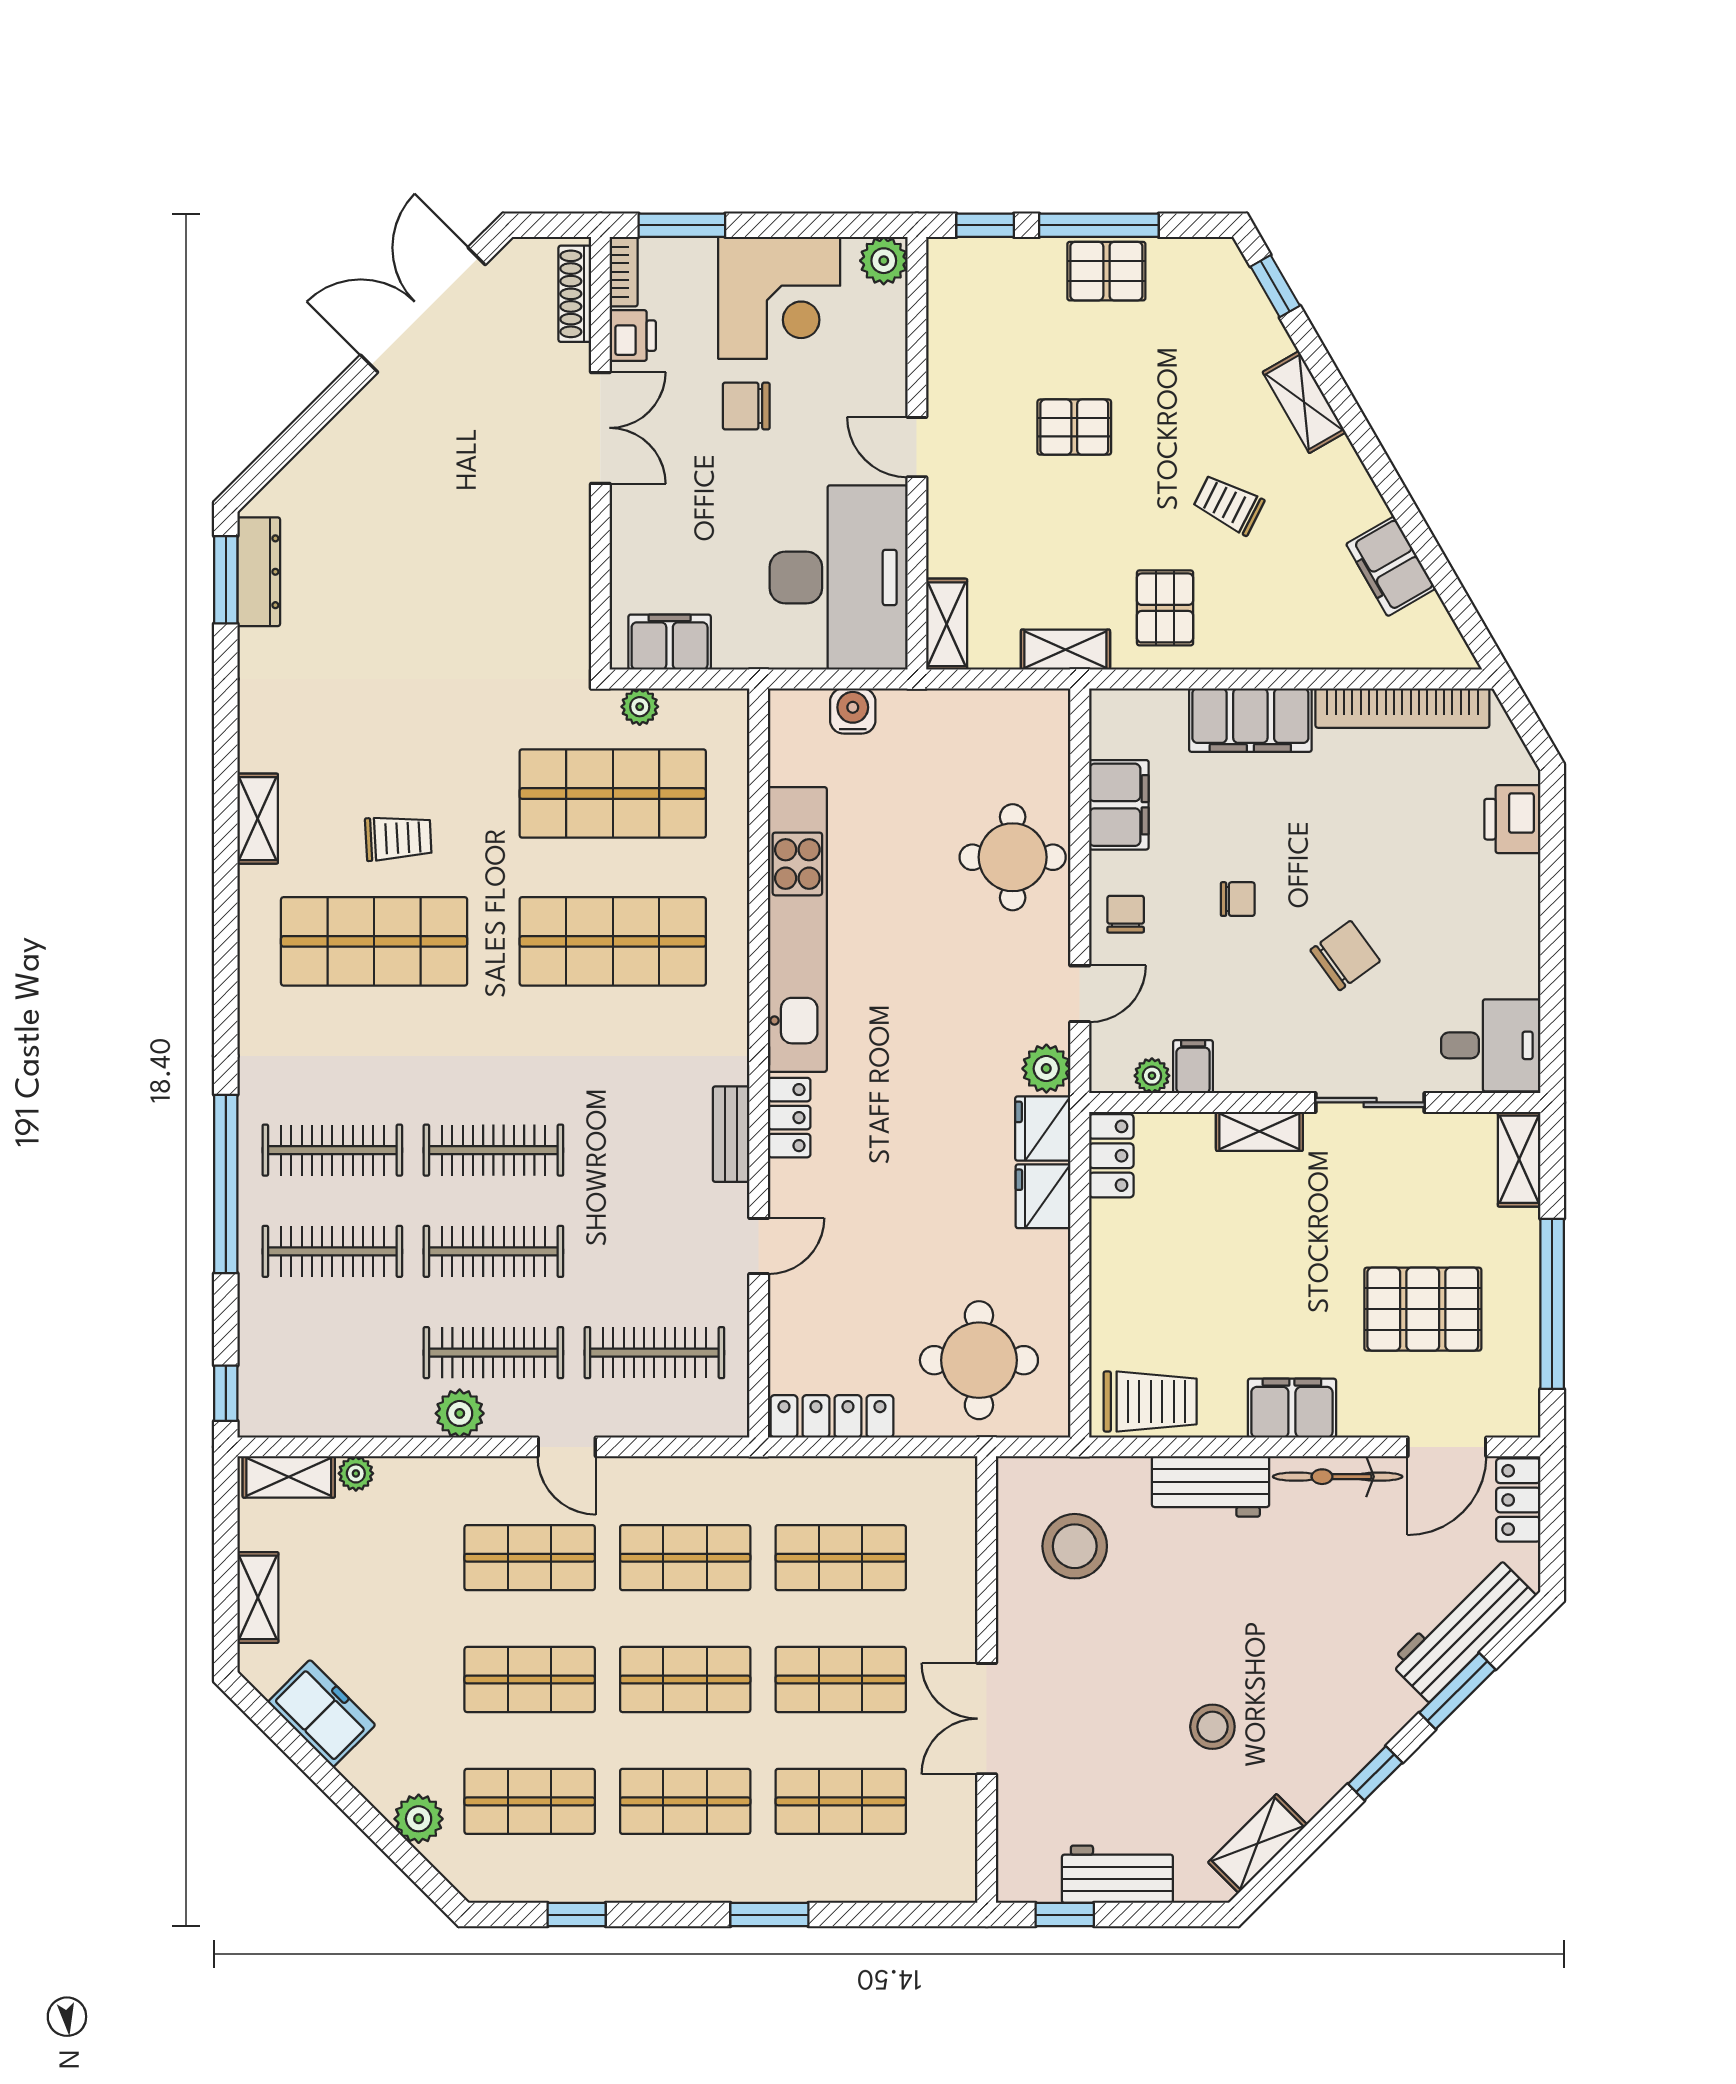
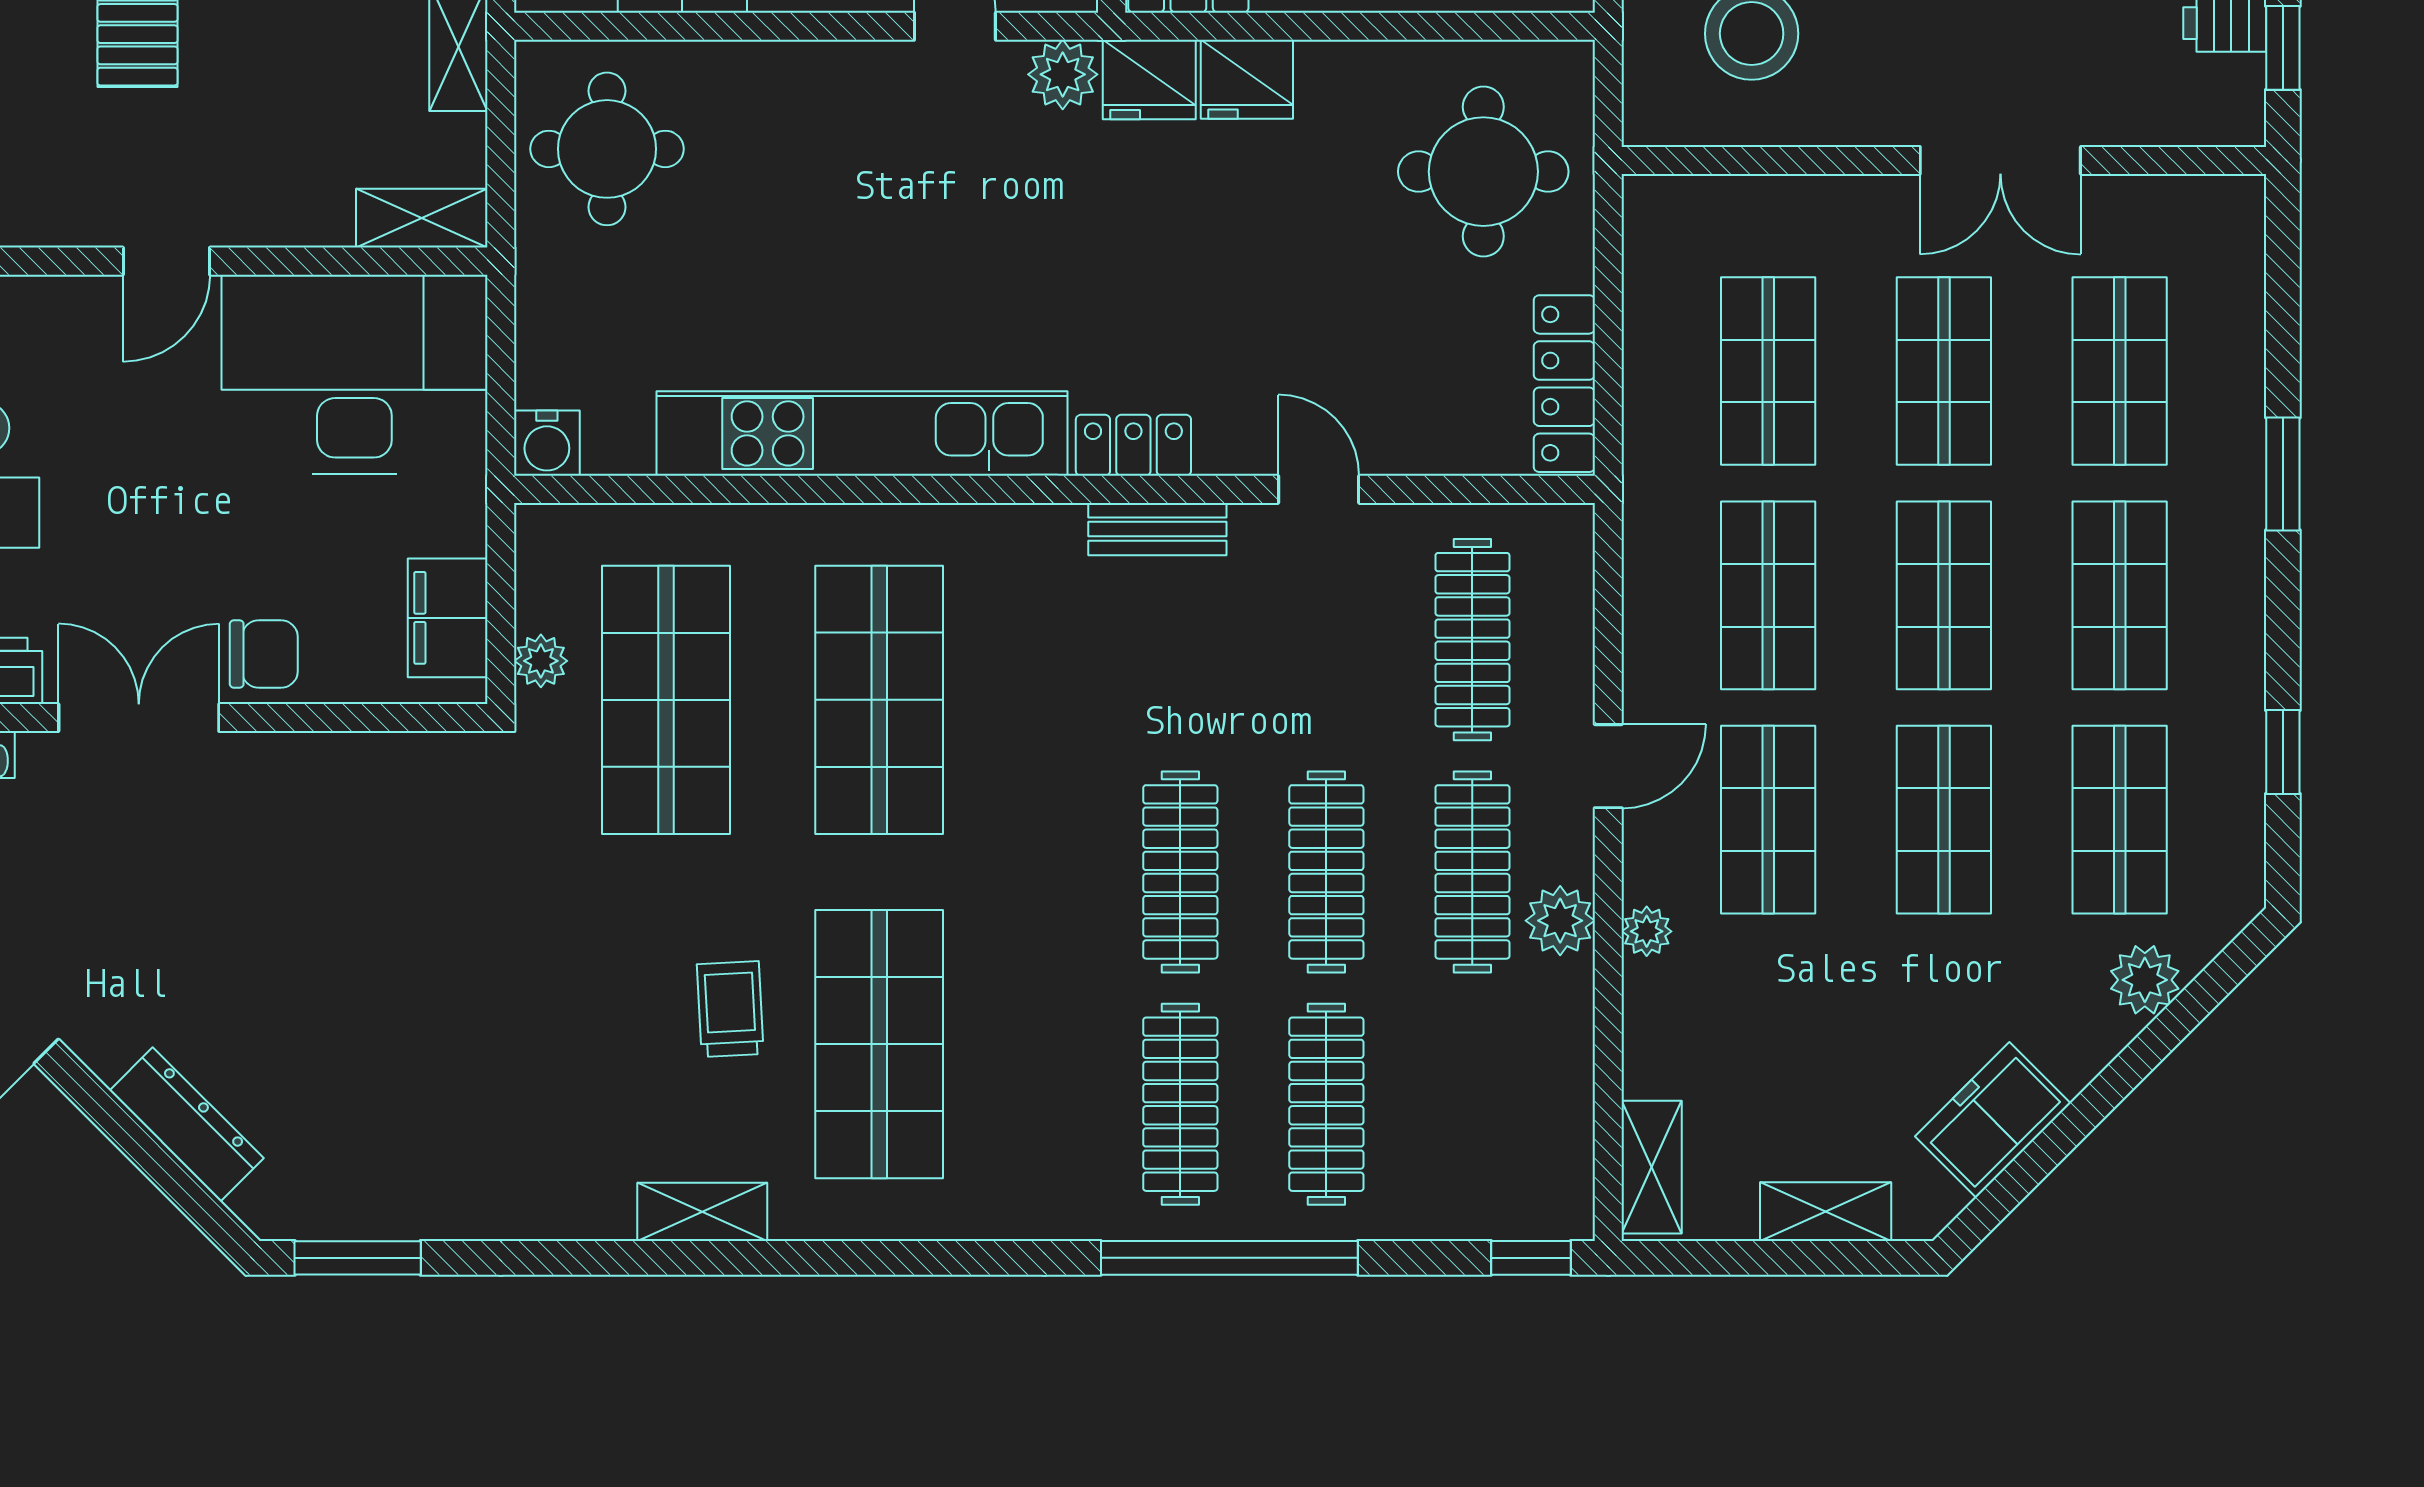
chair: (746, 406) -> (264, 654), moved, turned -90
dresser: (259, 572) -> (187, 1124), moved, turned 45
water cooler: (853, 711) -> (547, 443), moved, turned -90
round table: (1013, 857) -> (607, 149), moved
plant: (356, 1473) -> (1647, 931), moved

